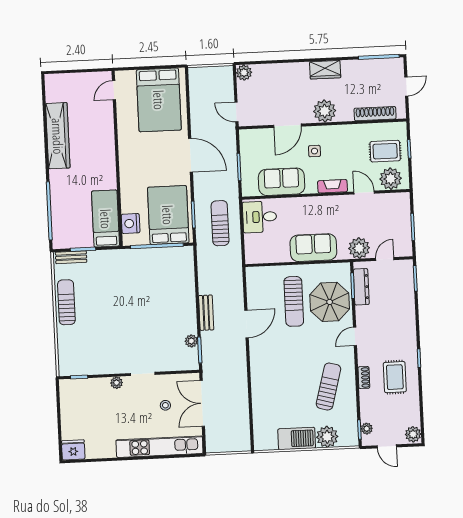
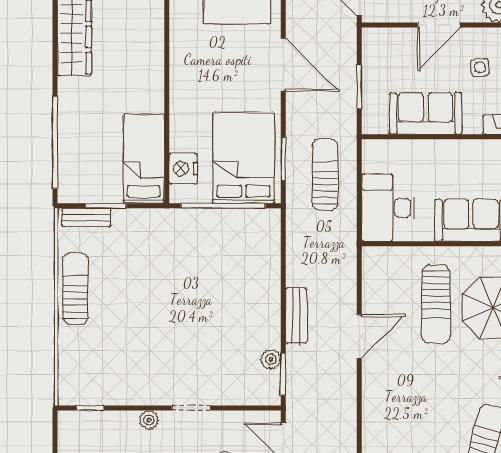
desk: (260, 217) -> (388, 208), moved, width x1.37

